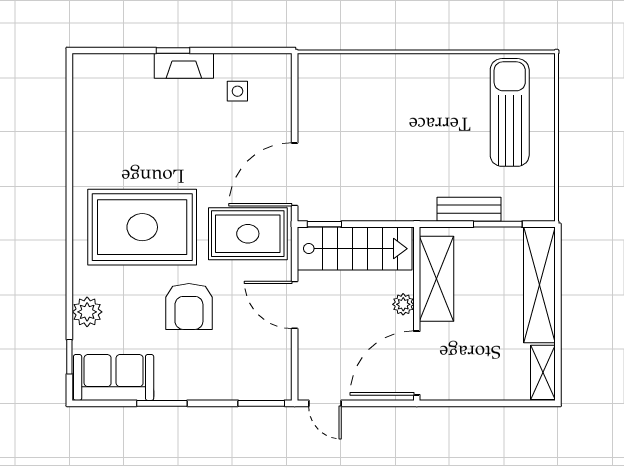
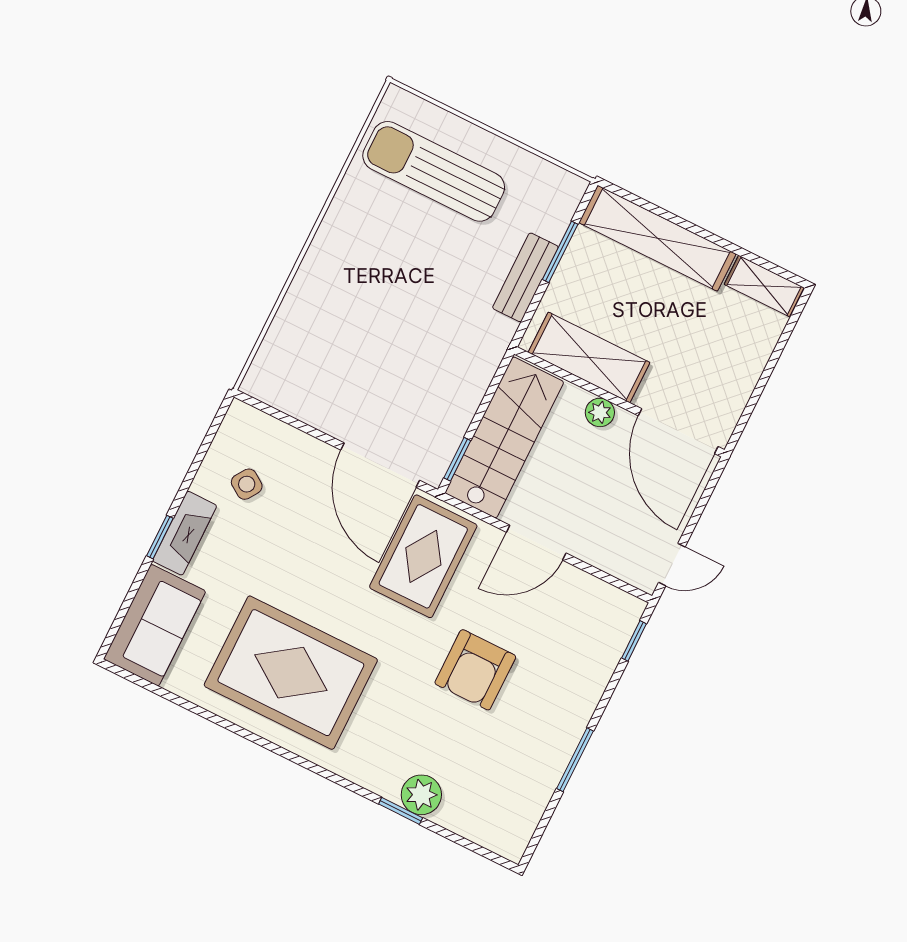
side table: (237, 91) -> (247, 484), turned 34
rug: (142, 227) -> (291, 673), moved, turned 90
armchair: (189, 306) -> (475, 670), turned 90
window: (69, 357) -> (401, 811), moved
sofa: (114, 377) -> (155, 625), moved, turned 180
window: (261, 403) -> (634, 641), width x0.67

